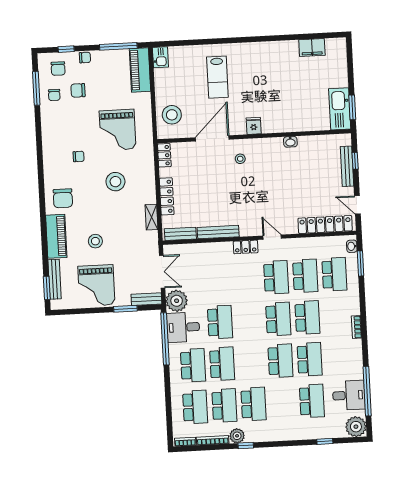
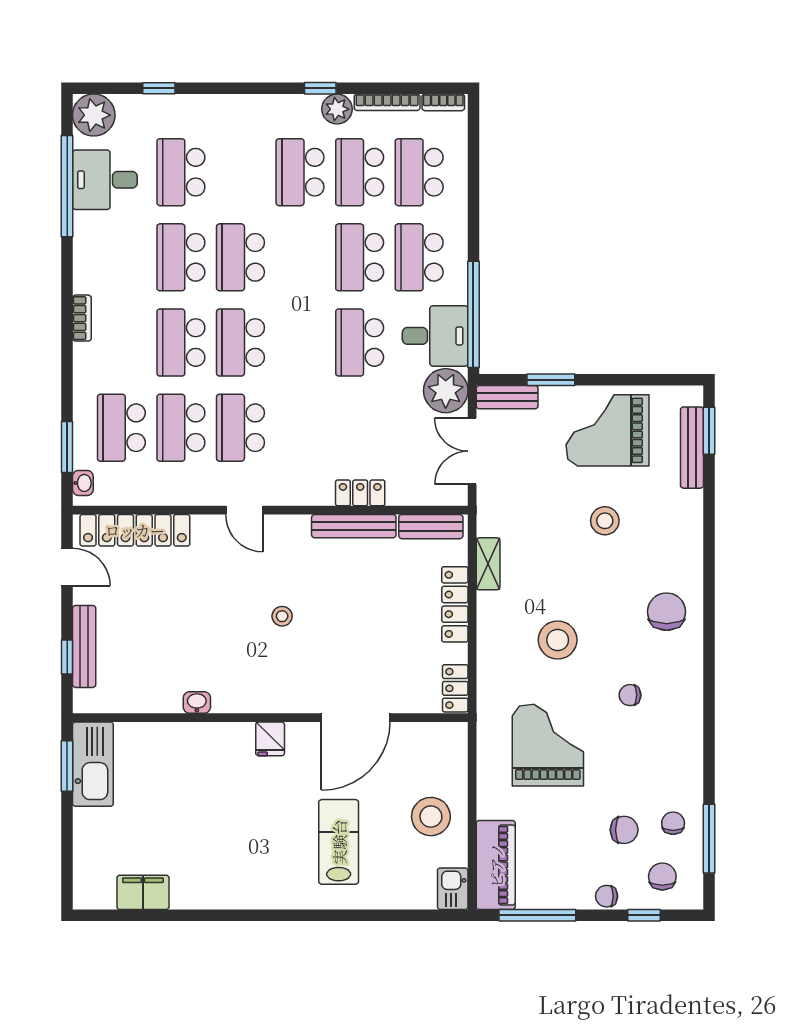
stool: (172, 115) -> (431, 817), moved
stool: (240, 159) -> (282, 616), moved
piano: (56, 236) -> (684, 535), removed
locker: (246, 247) -> (360, 493), moved
grand piano: (96, 285) -> (608, 430), turned -90

